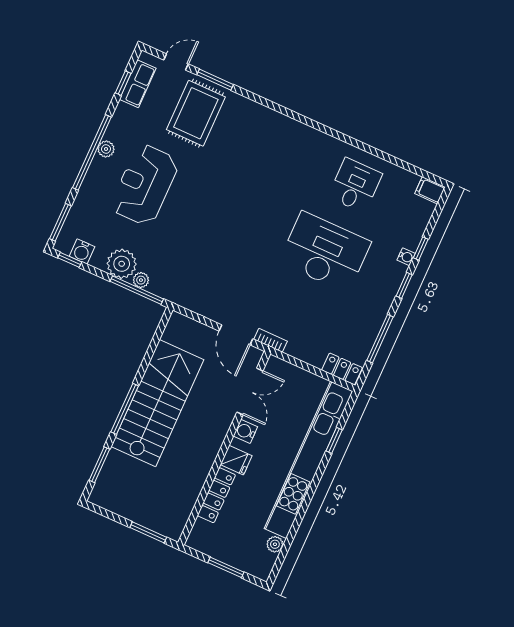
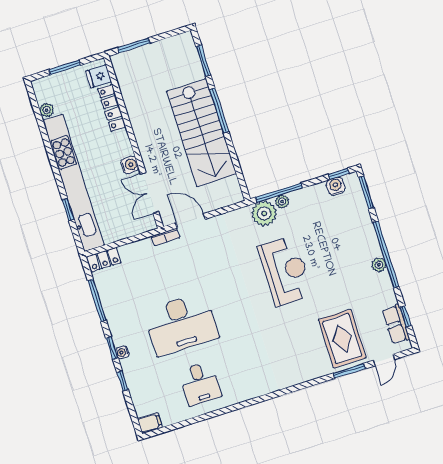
reception desk: (145, 185) -> (285, 271), moved
water cooler: (406, 257) -> (122, 352), moved
plant: (122, 264) -> (264, 213), moved
fridge: (236, 460) -> (98, 76), moved

